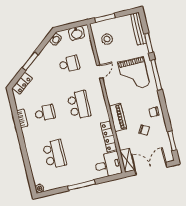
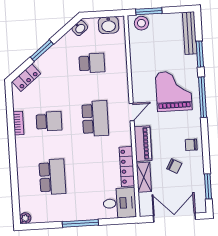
stool: (107, 39) -> (141, 23), moved
door: (100, 72) -> (132, 112), moved
grand piano: (134, 74) -> (174, 91), turned 180
shelving: (127, 160) -> (144, 177), moved

